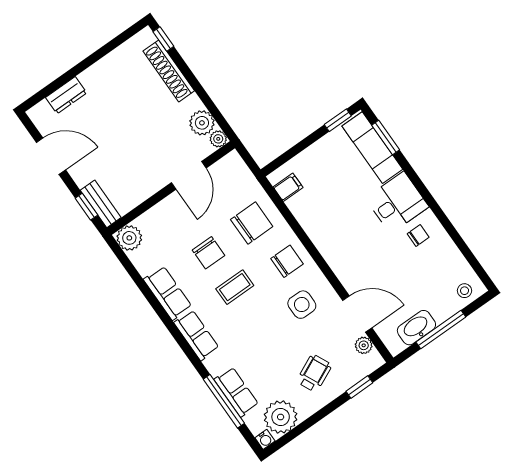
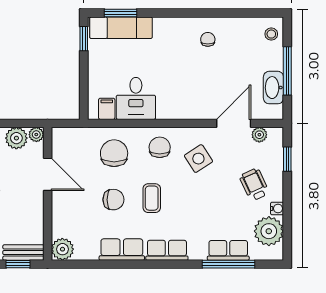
desk: (397, 203) -> (136, 98), moved, turned 180
side table: (302, 305) -> (198, 159), turned -33
water cooler: (265, 439) -> (277, 208), moved

